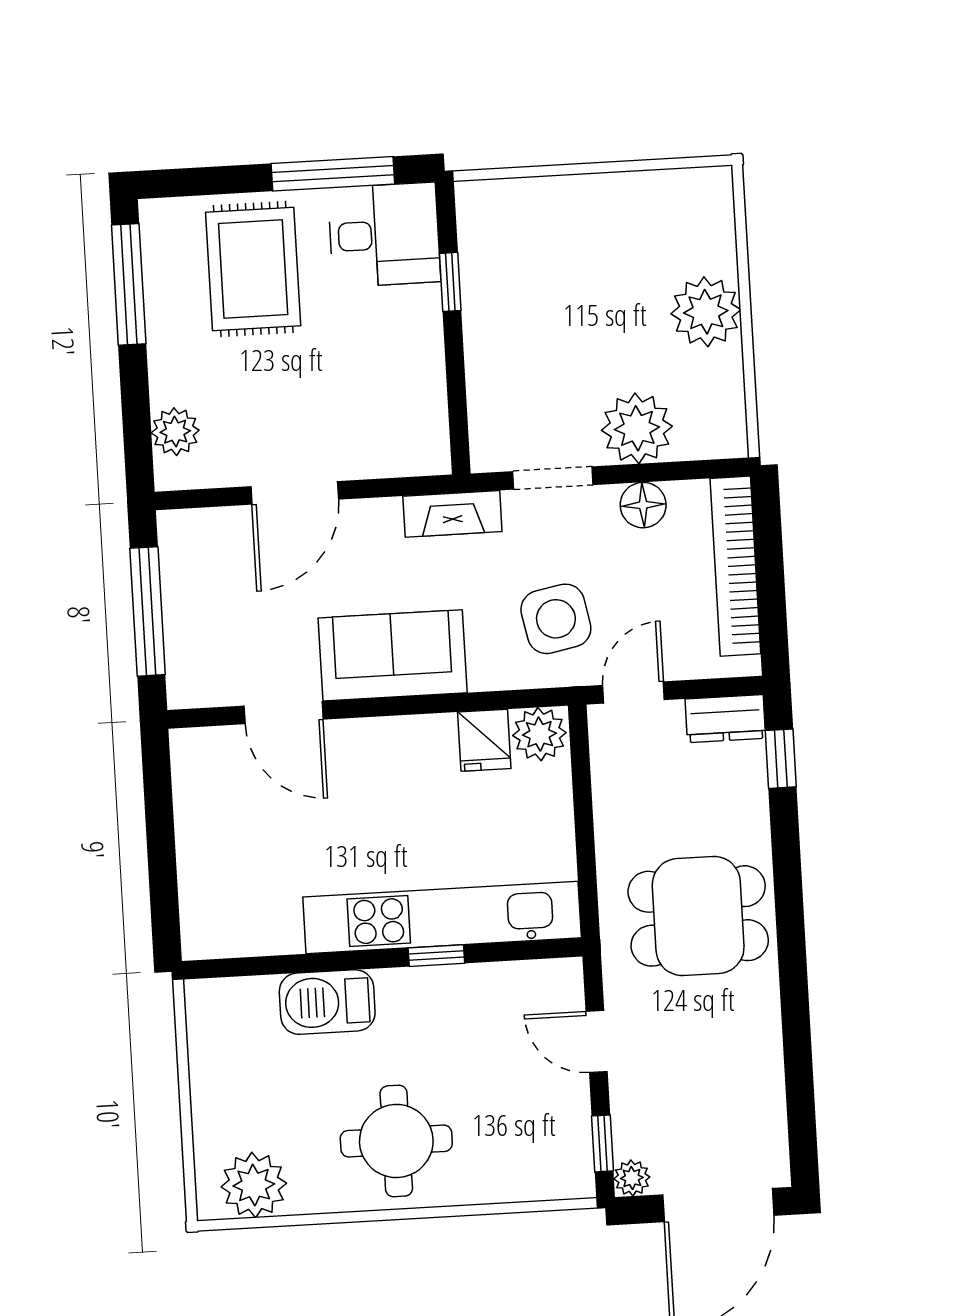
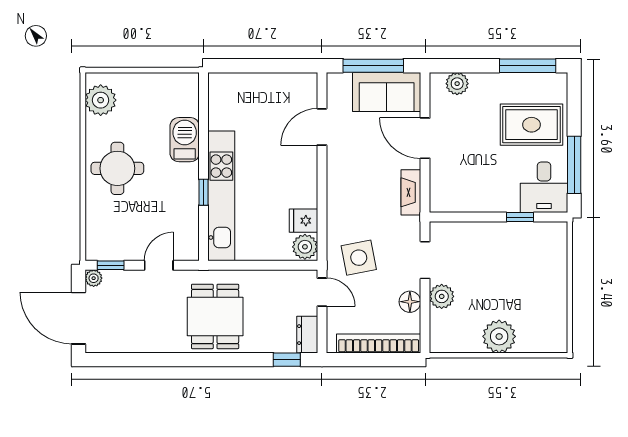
plant: (637, 428) -> (442, 296), width x0.73, depth x0.73
fireplace: (452, 514) -> (411, 192), moved
sofa: (393, 655) -> (387, 92), moved, turned 90

